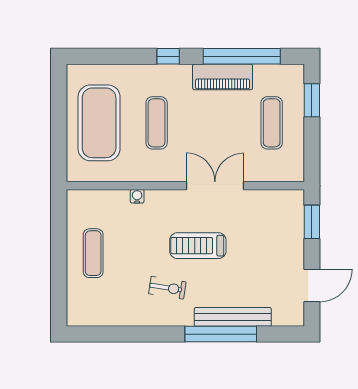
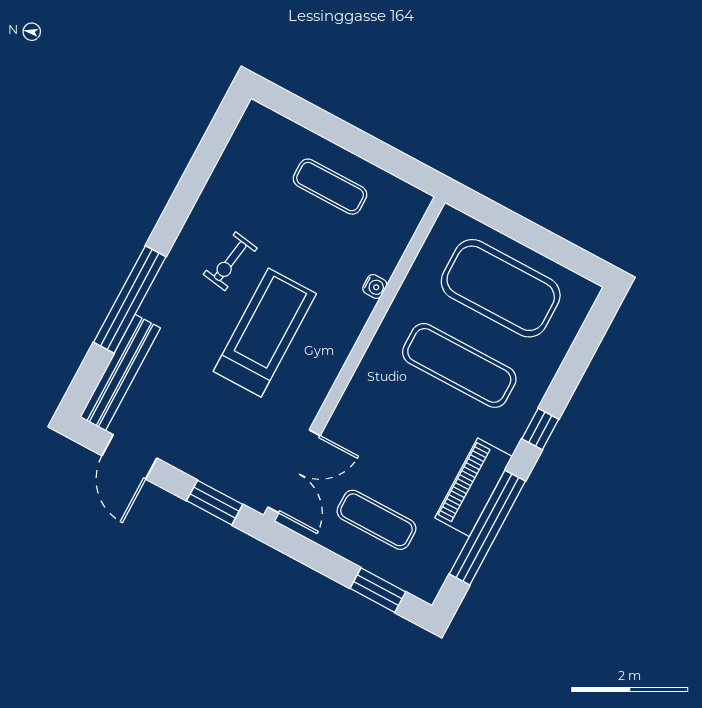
exercise mat: (157, 123) -> (459, 365), width x1.36, depth x1.45
double door: (215, 186) -> (294, 471), moved
treadmill: (198, 246) -> (265, 333), width x1.37, depth x1.38
bench: (233, 317) -> (120, 373), moved

